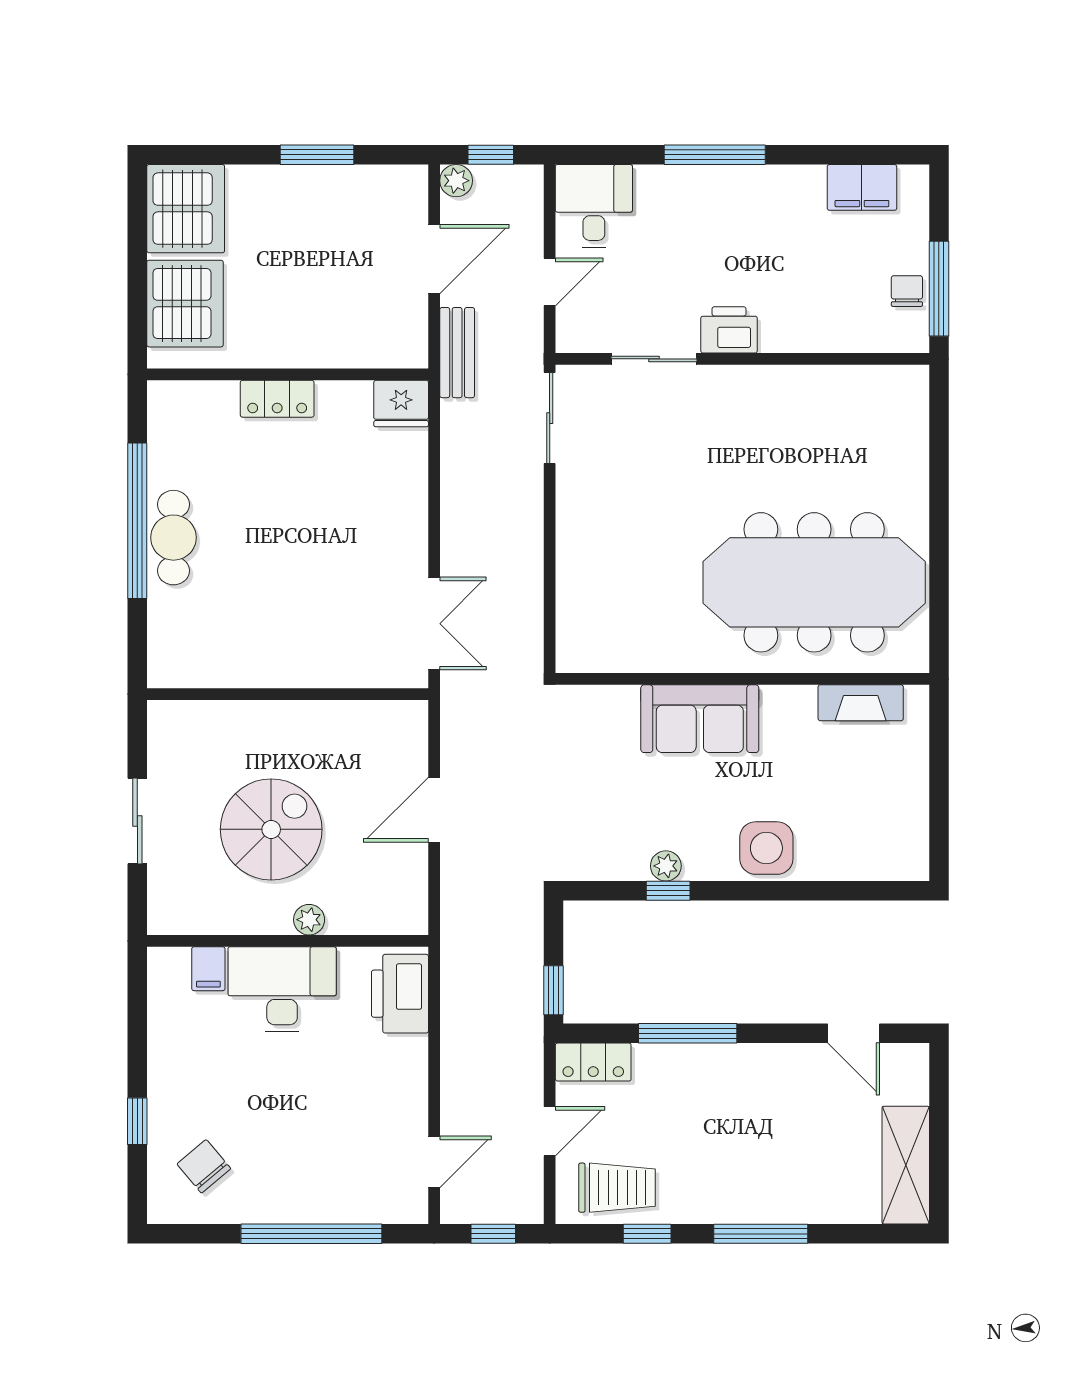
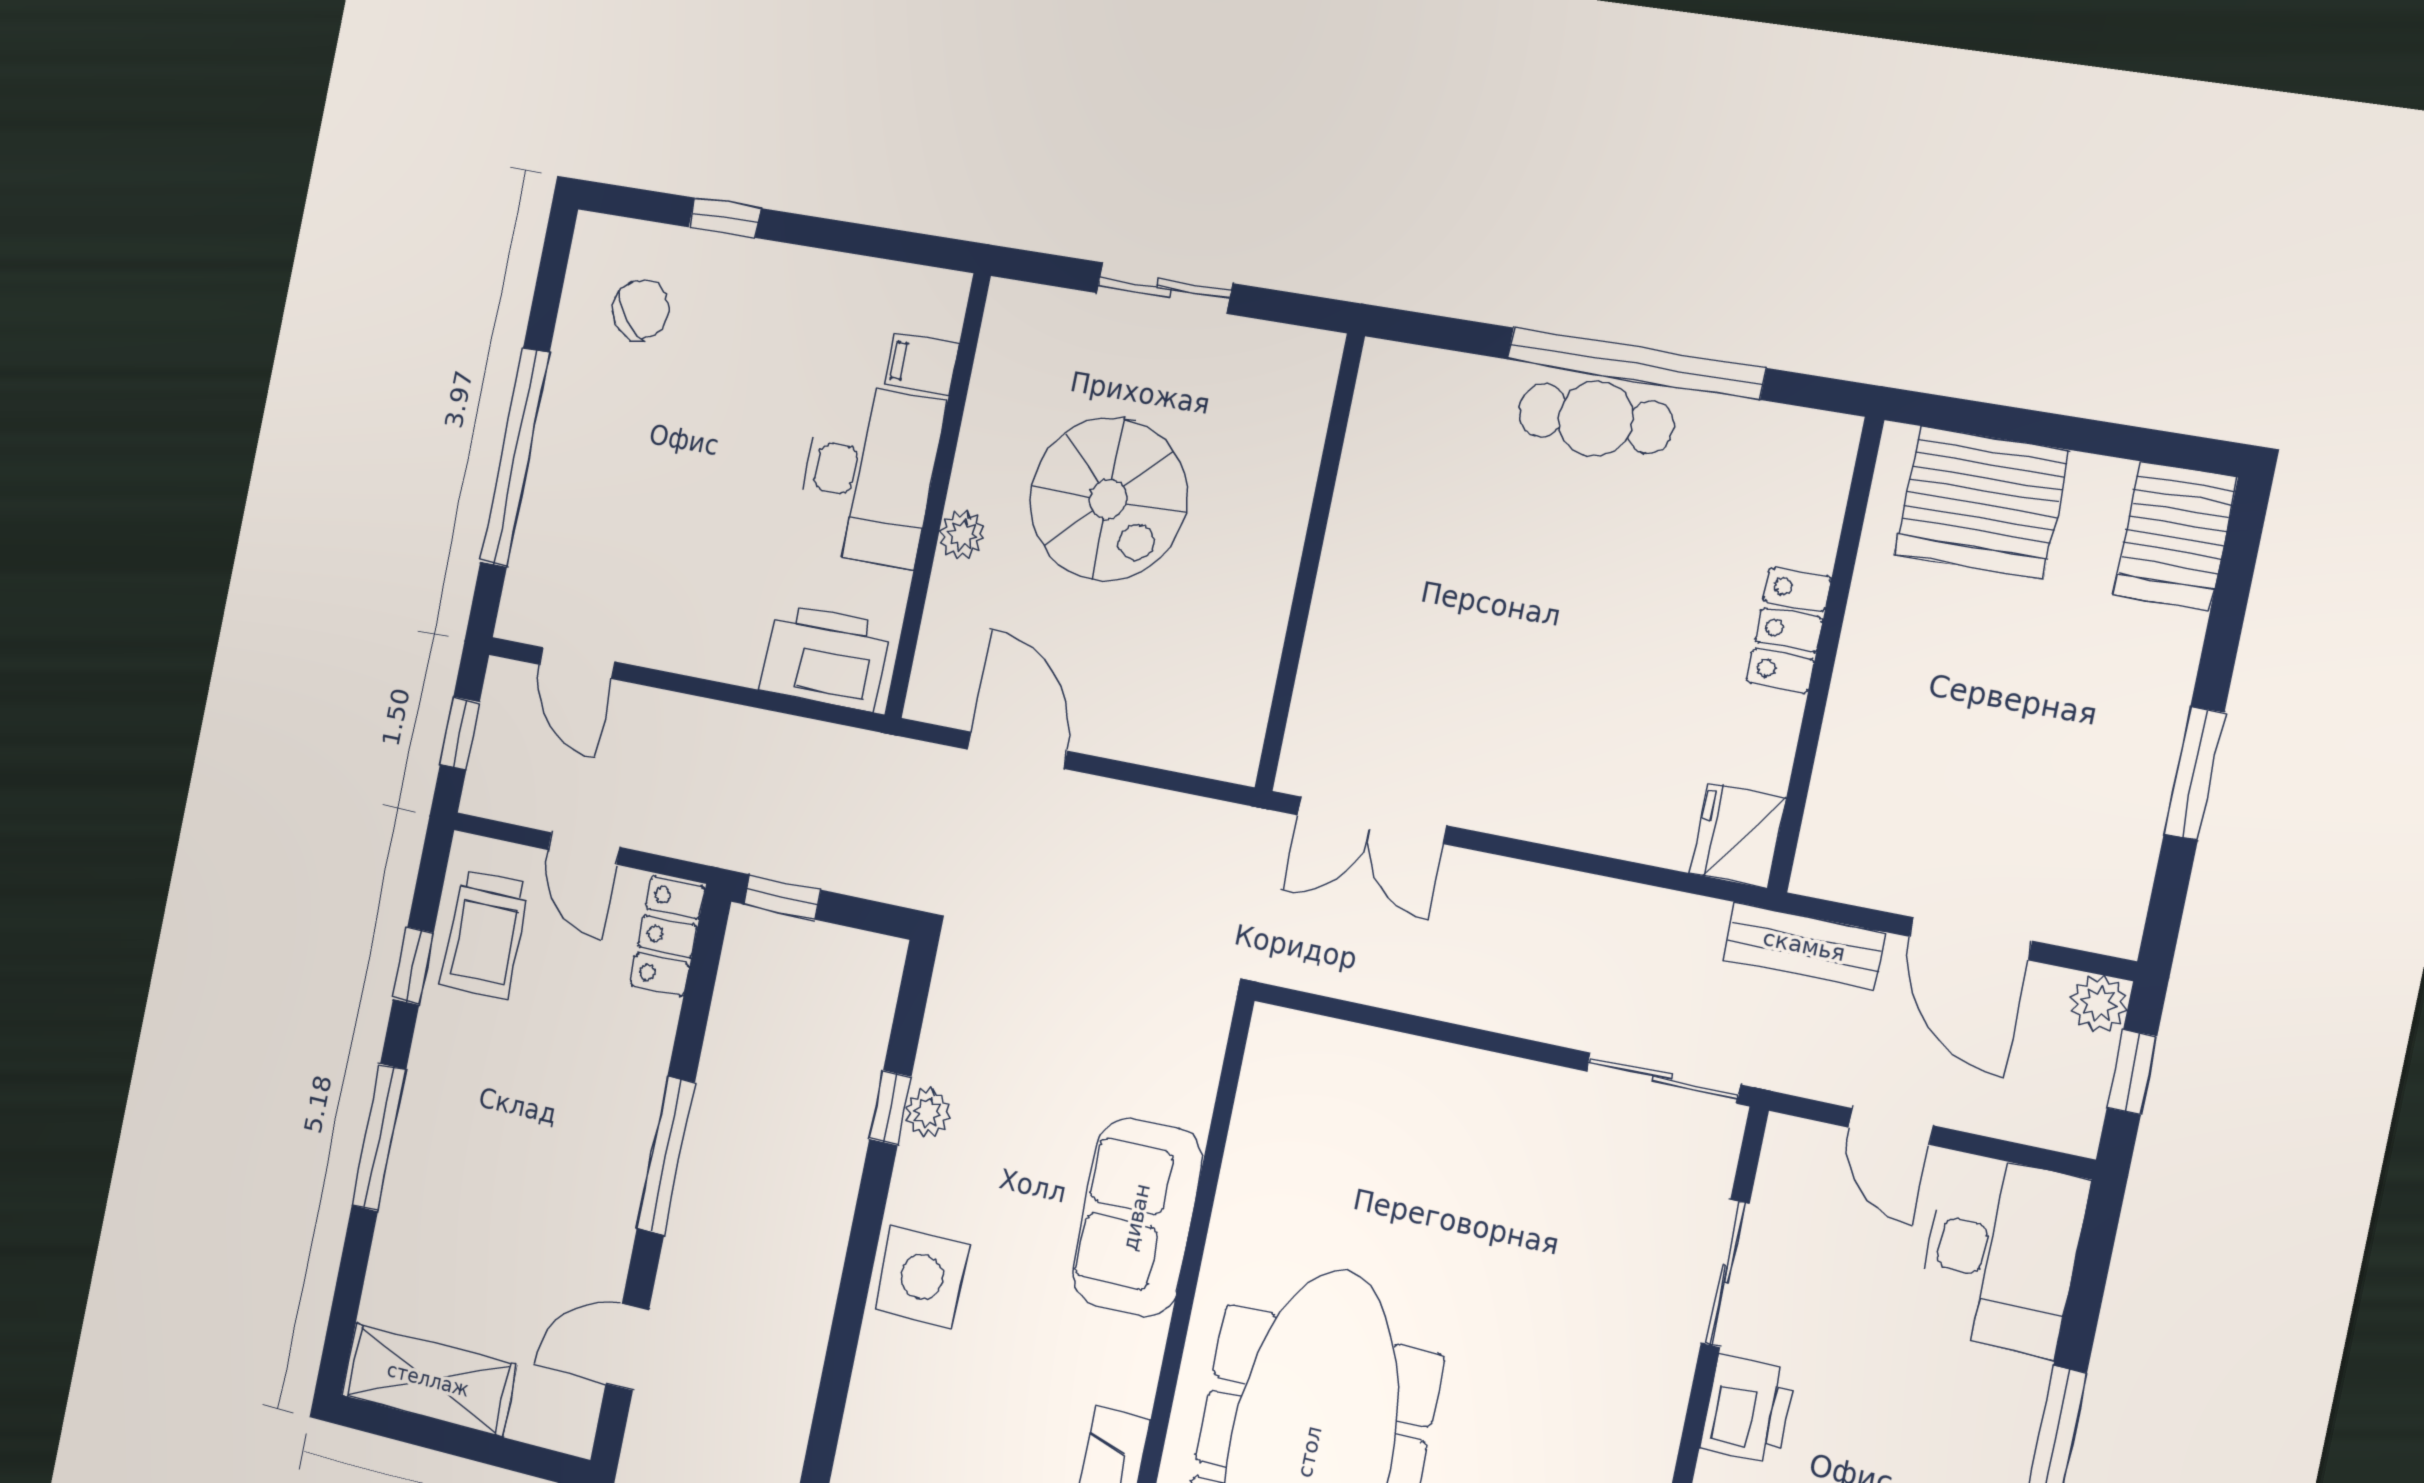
desk: (594, 206) -> (2001, 1254), width x1.37
server rack: (186, 209) -> (2175, 536), width x0.63
door: (434, 810) -> (1017, 750), moved
window: (688, 1033) -> (666, 1155), moved

